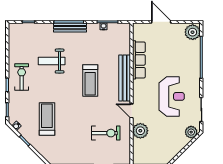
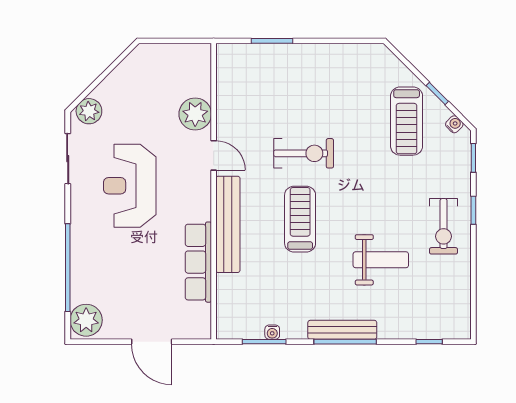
treadmill: (47, 119) -> (407, 121), moved
exercise bike: (106, 133) -> (304, 153), moved, turned 180

